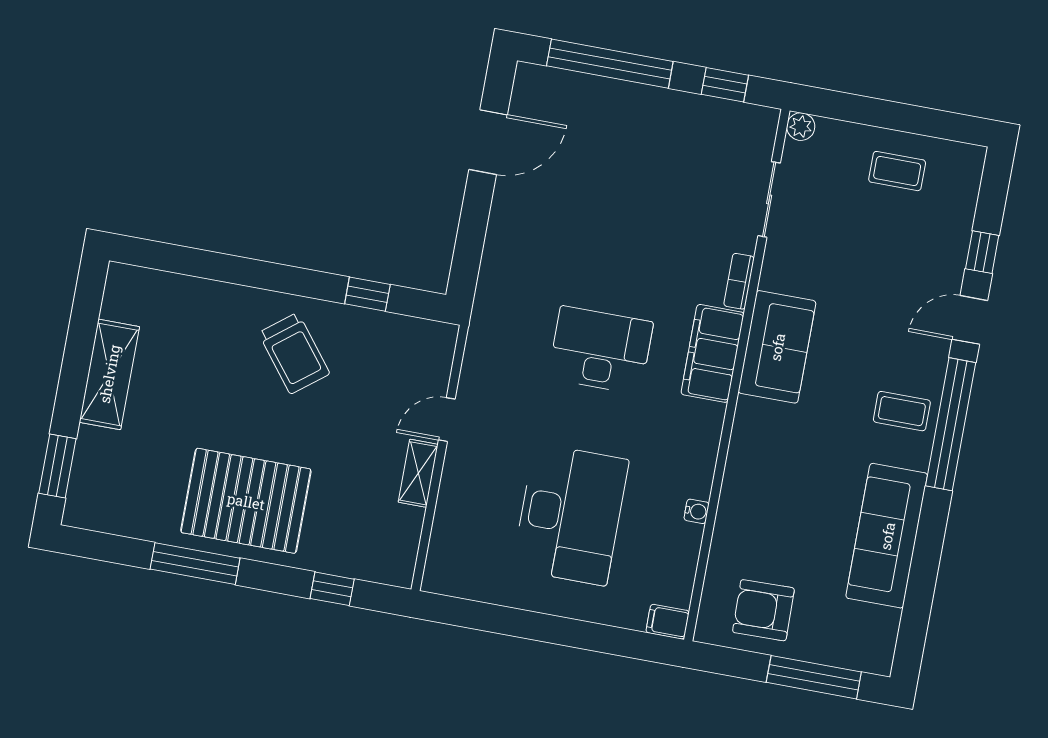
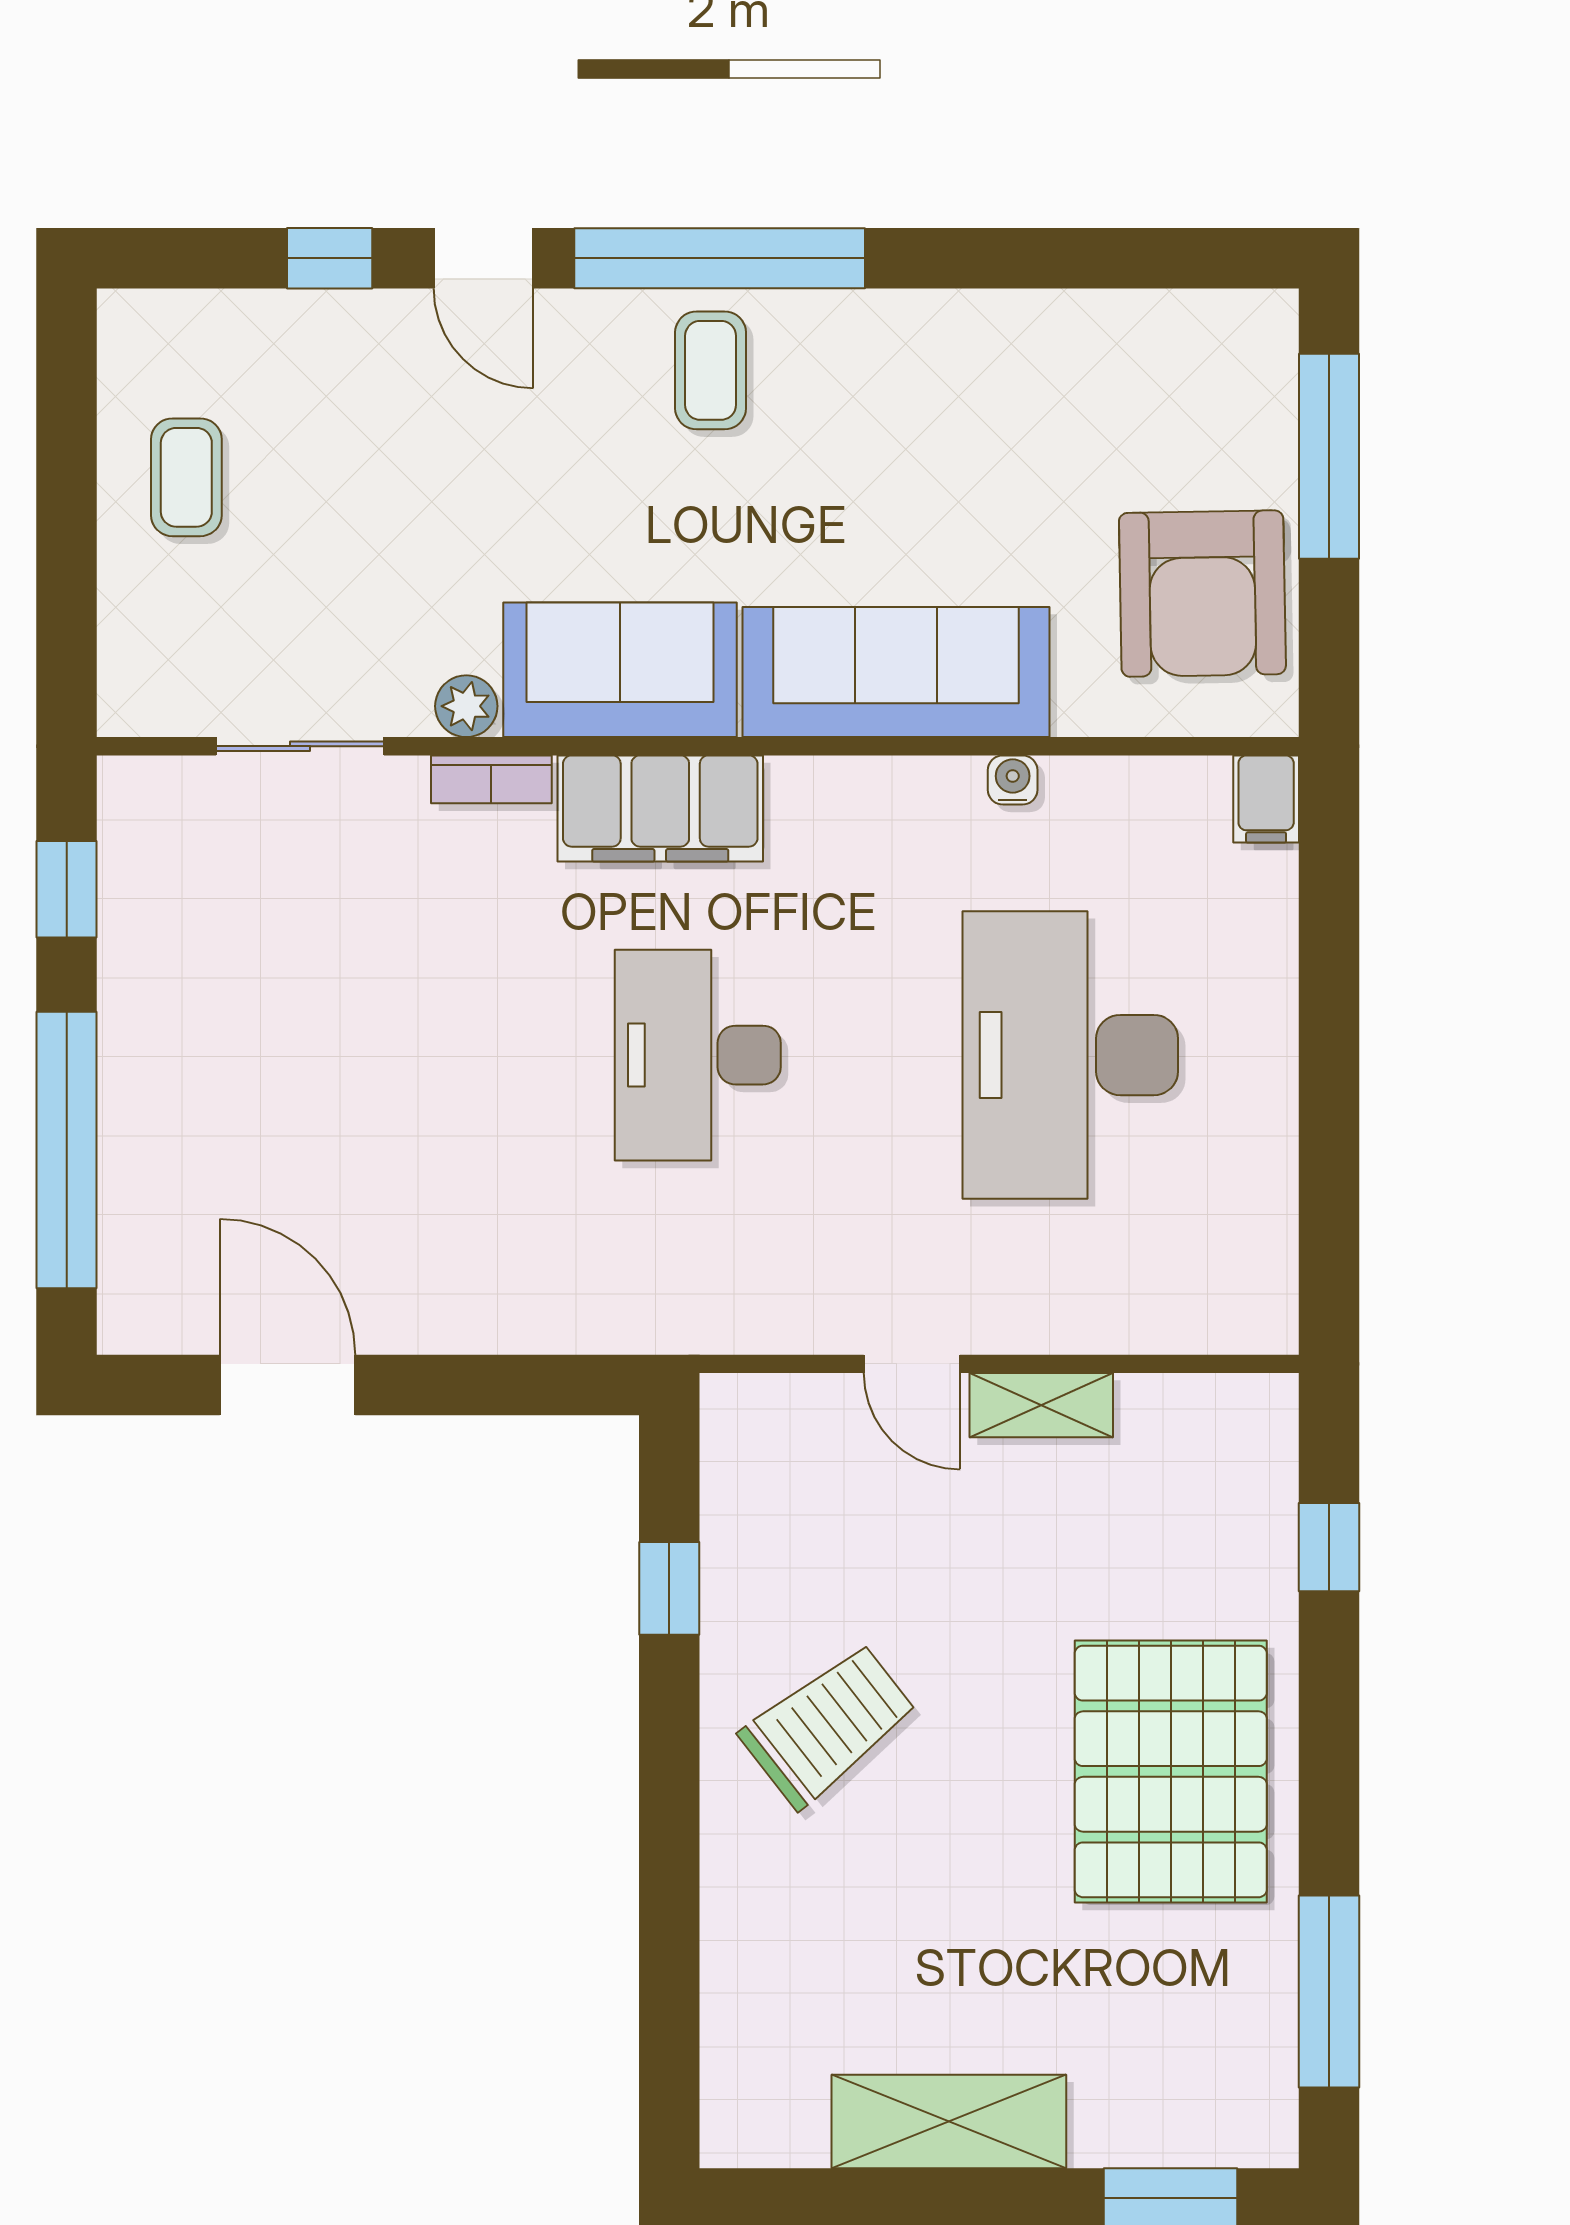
plant: (801, 127) -> (466, 706), moved
desk: (570, 514) -> (1070, 1055), turned -90
sofa: (887, 536) -> (896, 672), moved, turned 180
window: (195, 564) -> (1329, 1991), moved
armchair: (763, 610) -> (1202, 594), width x1.36, depth x1.36

